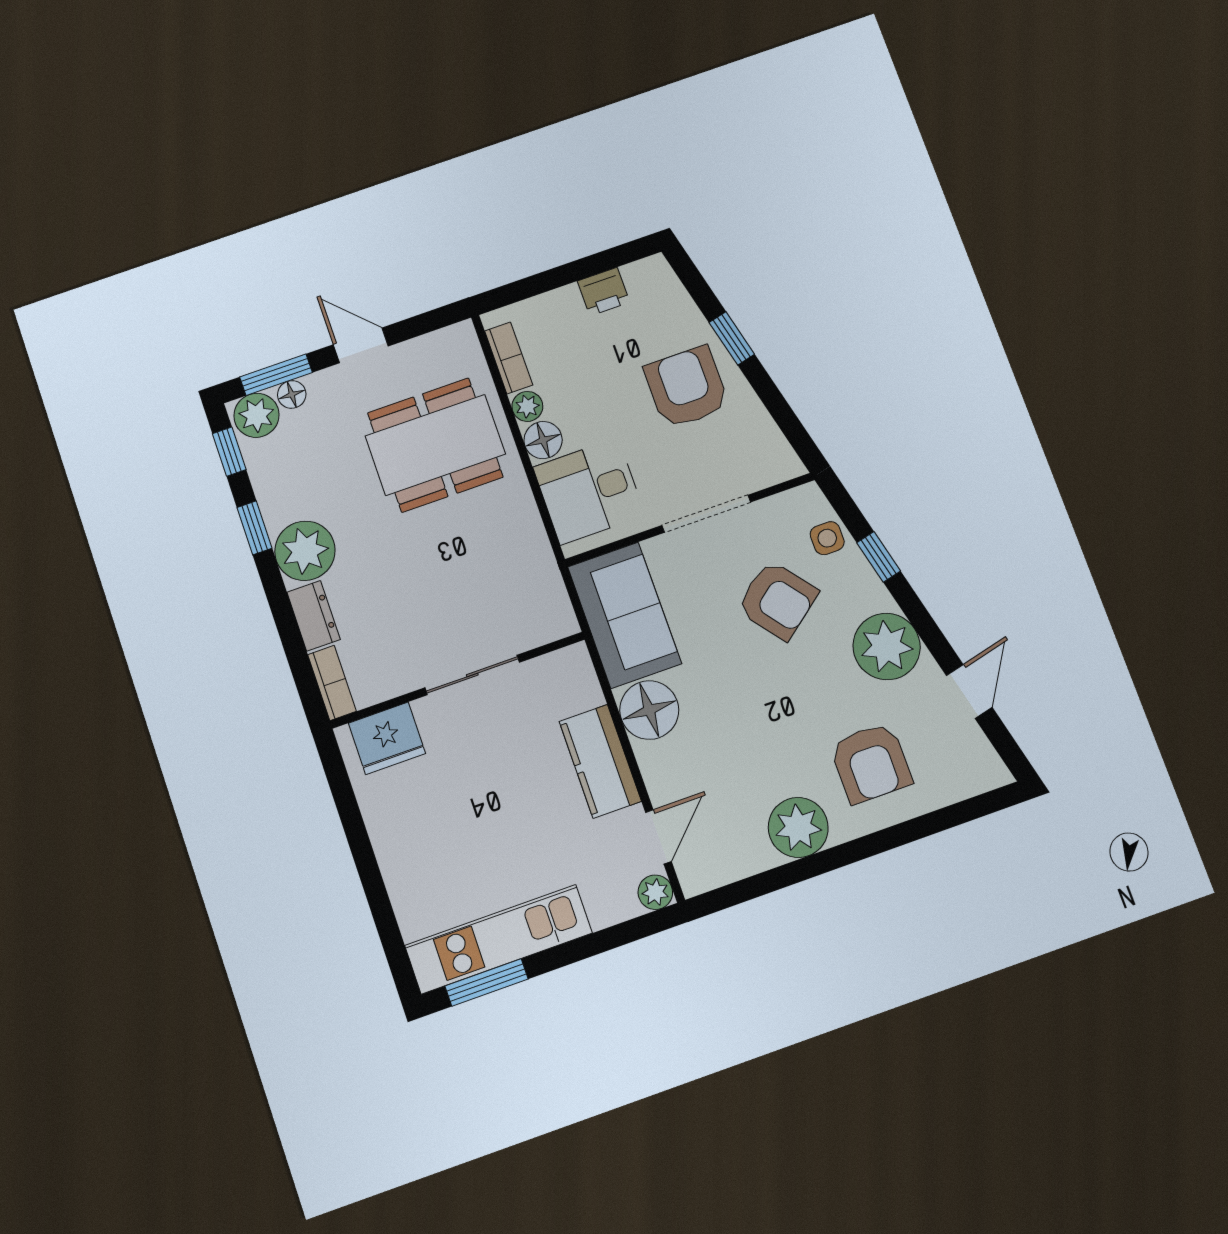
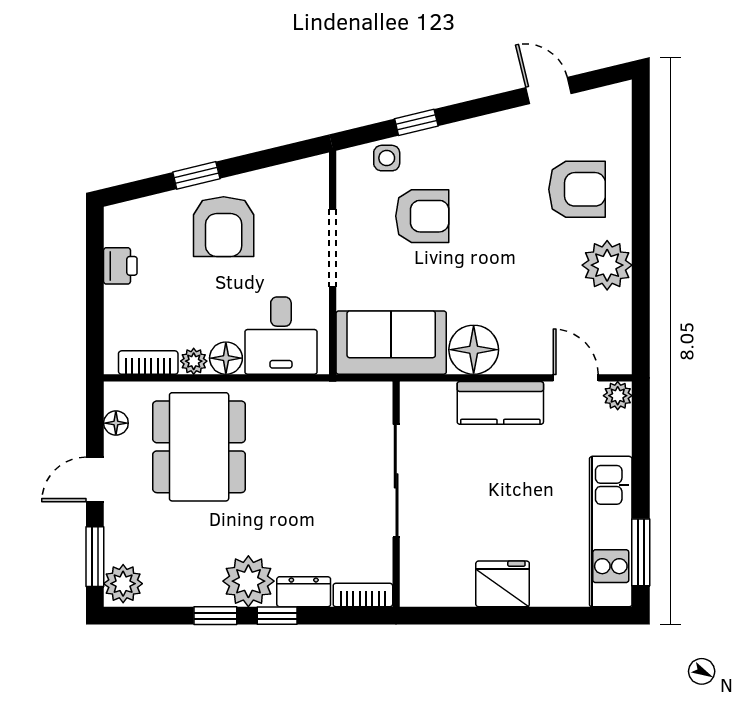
armchair: (687, 387) -> (224, 227), turned -90
floor lamp: (292, 394) -> (116, 423), moved
window: (229, 452) -> (277, 616), moved
armchair: (777, 600) -> (422, 216), turned 38
plant: (887, 646) -> (490, 143), removed
sliding door: (472, 675) -> (396, 481), width x1.37
fridge: (387, 738) -> (503, 584), moved, turned -90

